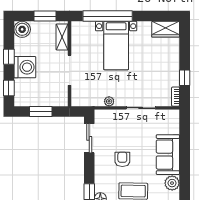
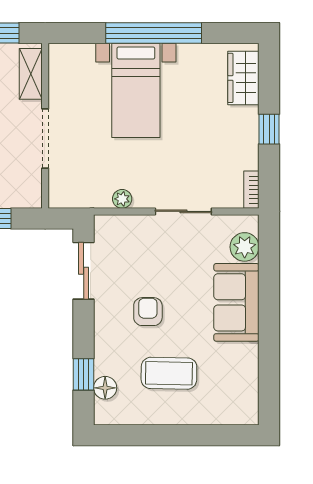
window: (108, 16) -> (154, 33), moved
wardrobe: (166, 29) -> (243, 78), moved, turned 90
window: (185, 78) -> (269, 129), moved
plant: (172, 183) -> (245, 247), moved

